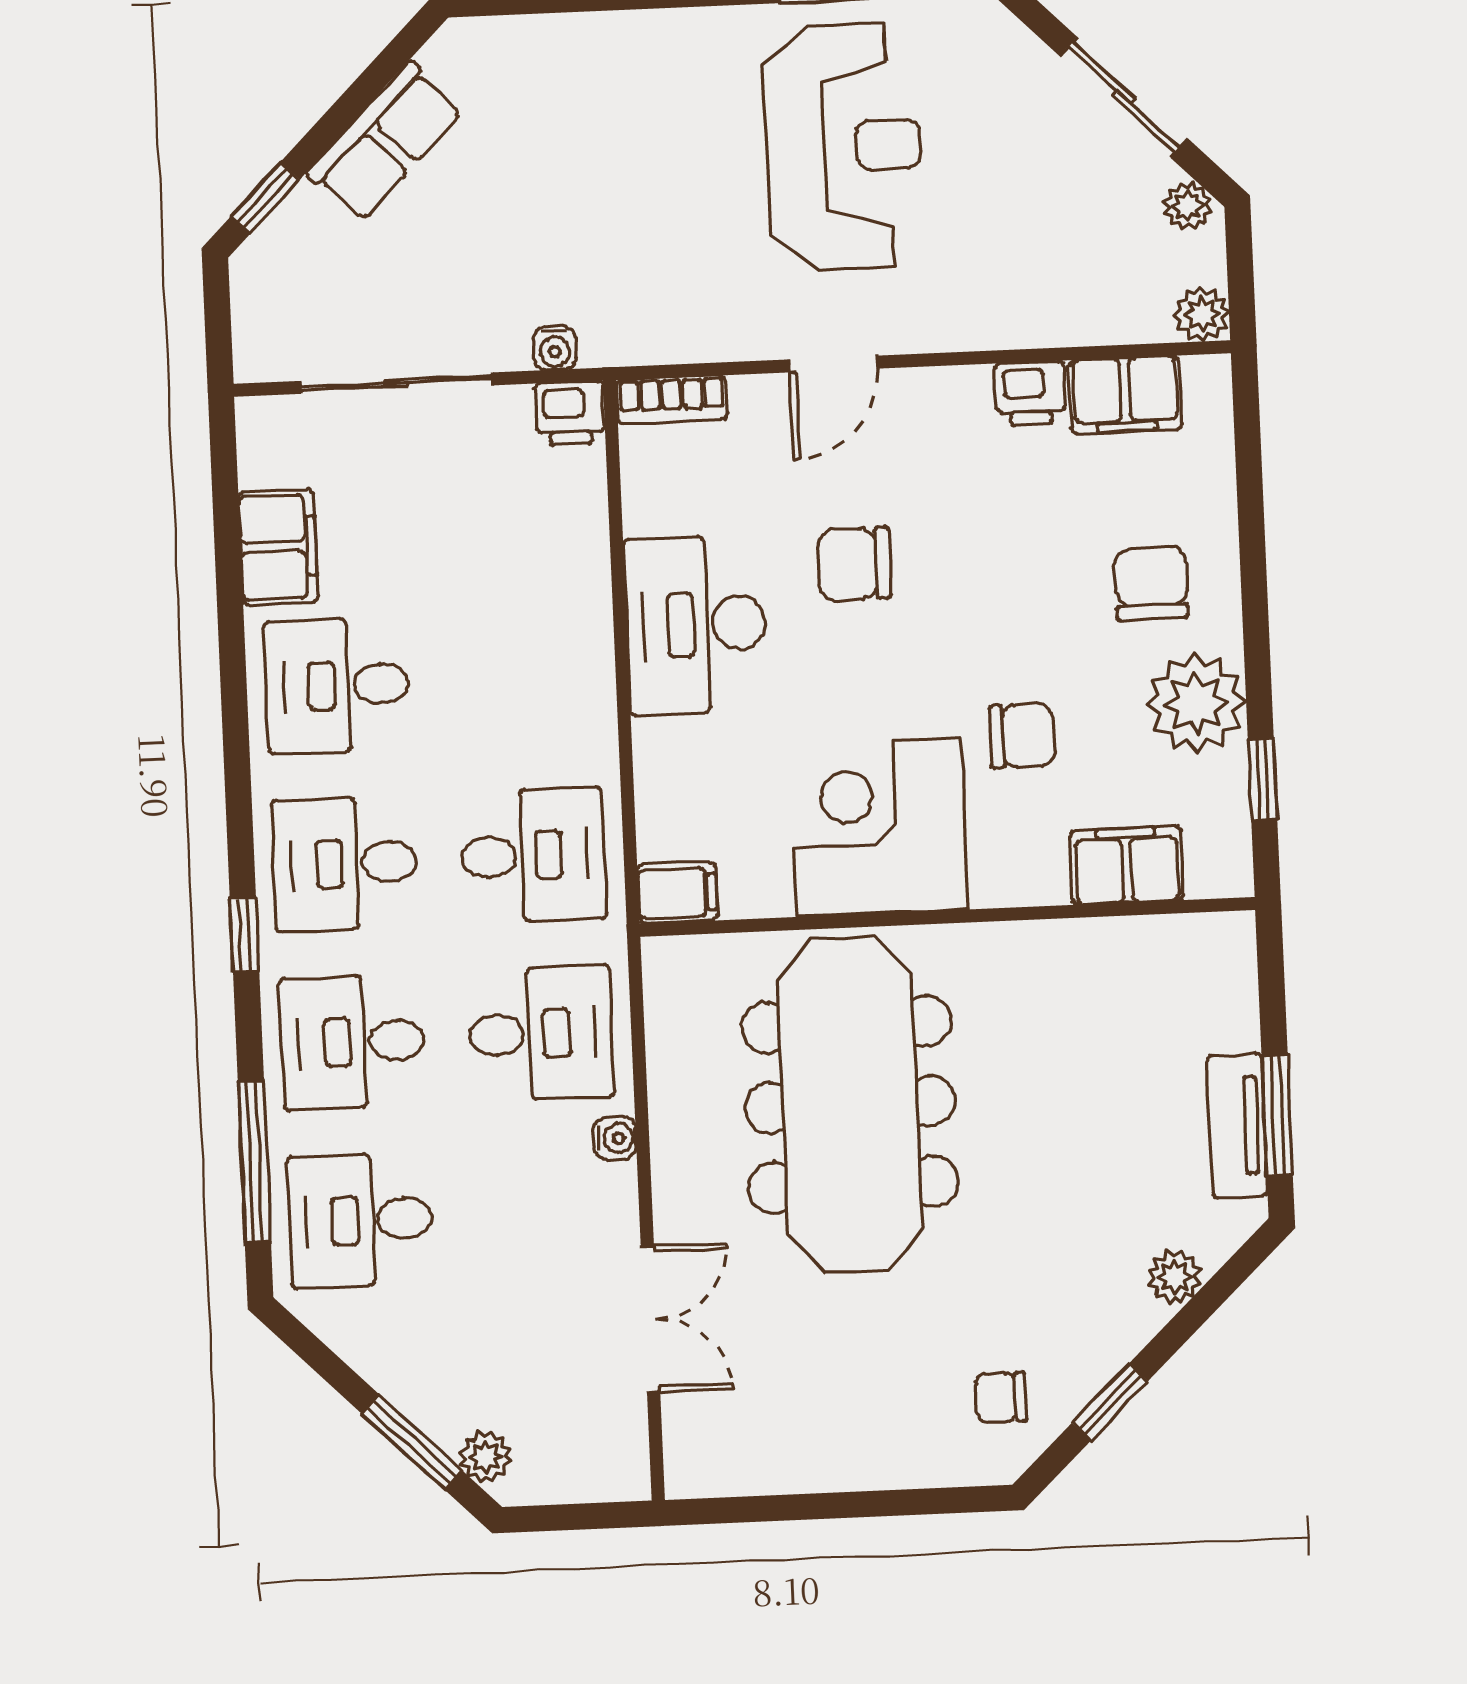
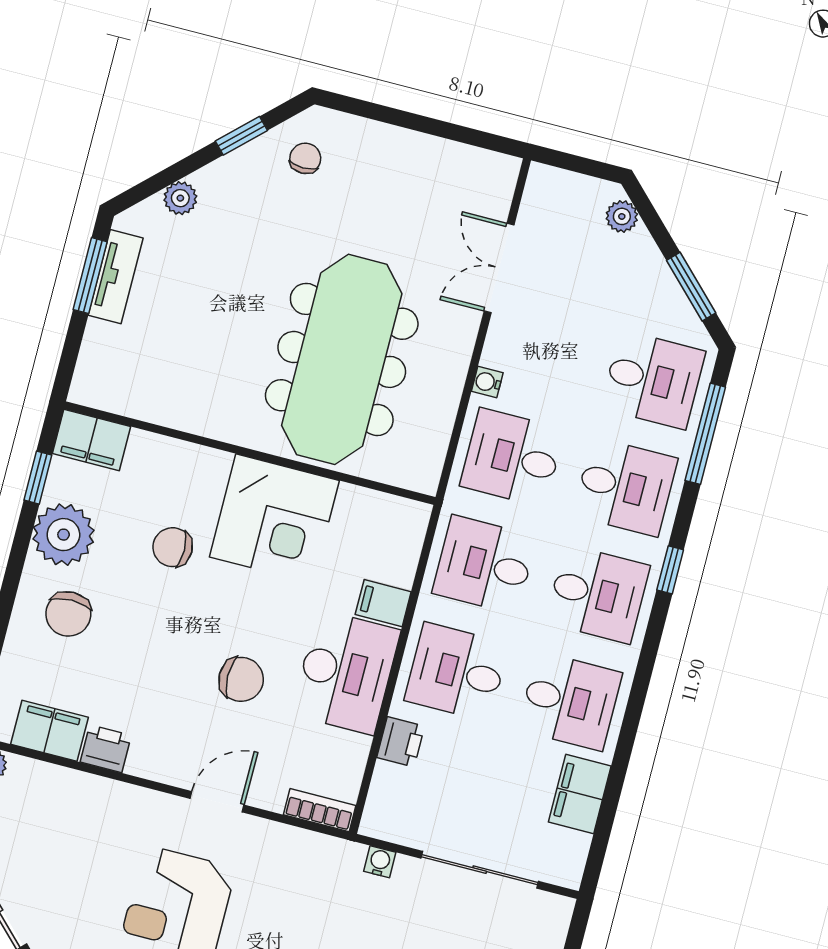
printer: (570, 413) -> (401, 742), moved, turned 90
desk: (525, 677) -> (457, 672), added
filing cabinet: (1127, 866) -> (91, 440), moved
filing cabinet: (677, 893) -> (383, 603), moved
chair: (1001, 1397) -> (305, 158), turned -90
window: (412, 1442) -> (691, 287), moved

